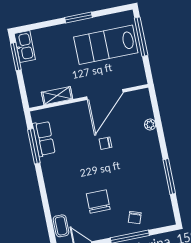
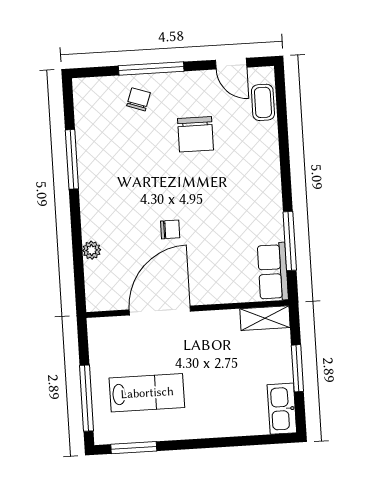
window: (78, 18) -> (134, 448), moved
lab bench: (106, 45) -> (147, 393), width x0.73, depth x0.72
window: (16, 57) -> (297, 368), moved
shelving: (57, 96) -> (265, 318), moved
row of seats: (44, 139) -> (273, 272), moved

